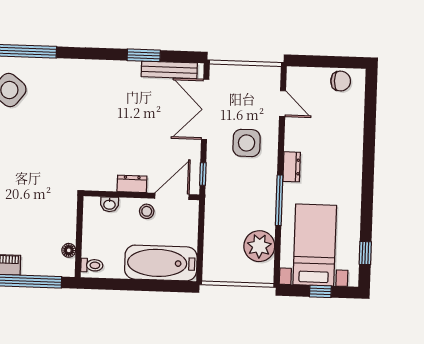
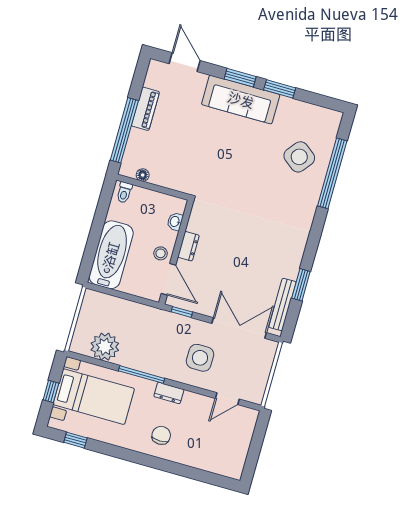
chair: (341, 81) -> (161, 435), moved, turned 180

